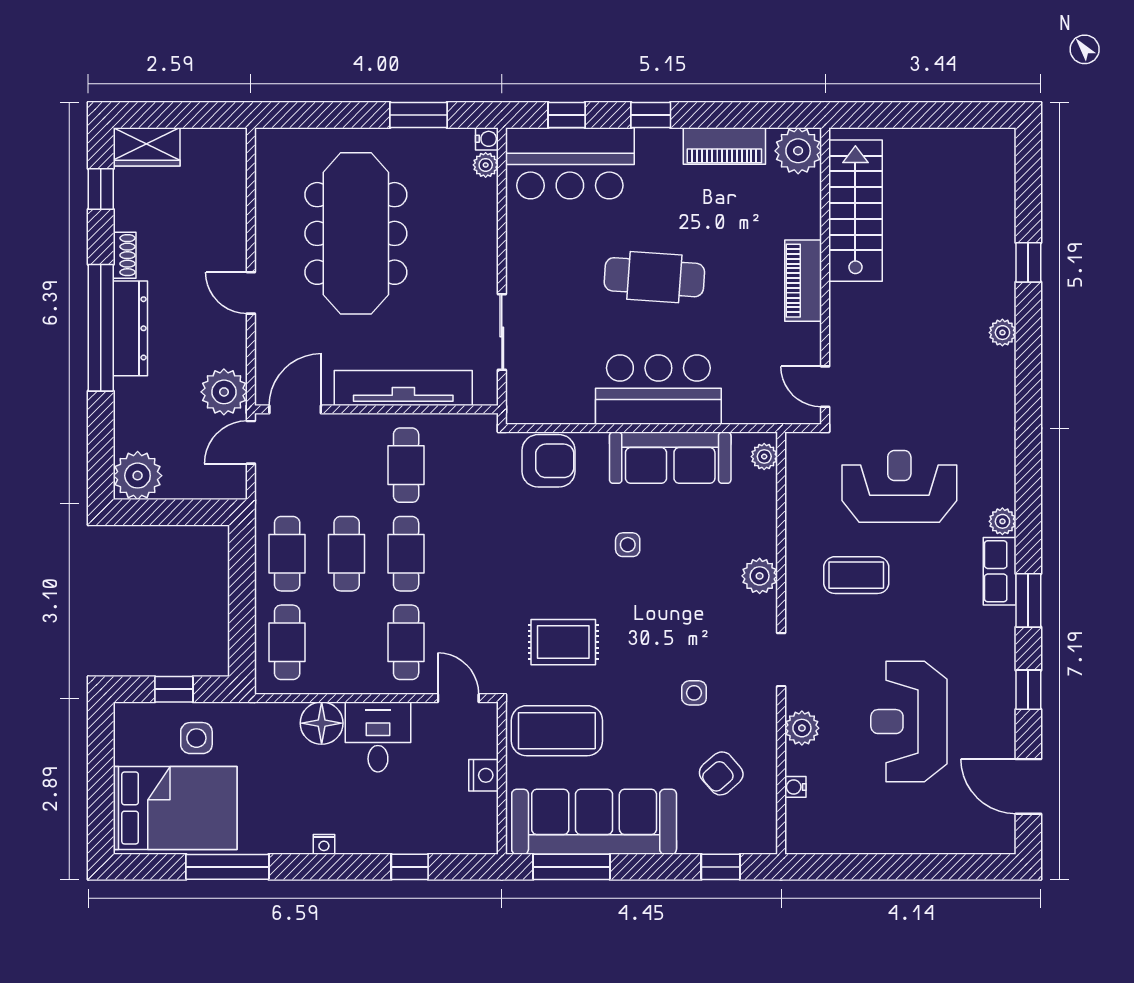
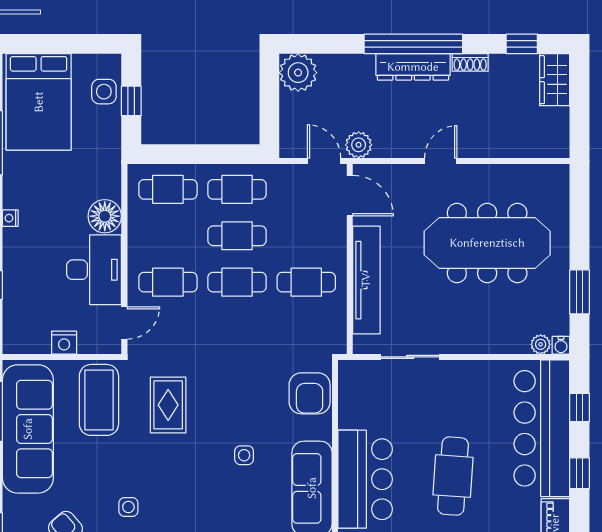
bar counter: (570, 163) -> (542, 428), width x1.36
plant: (224, 392) -> (359, 145), width x0.73, depth x0.73
desk: (378, 737) -> (94, 270), width x1.37
side table: (196, 738) -> (104, 92), moved

